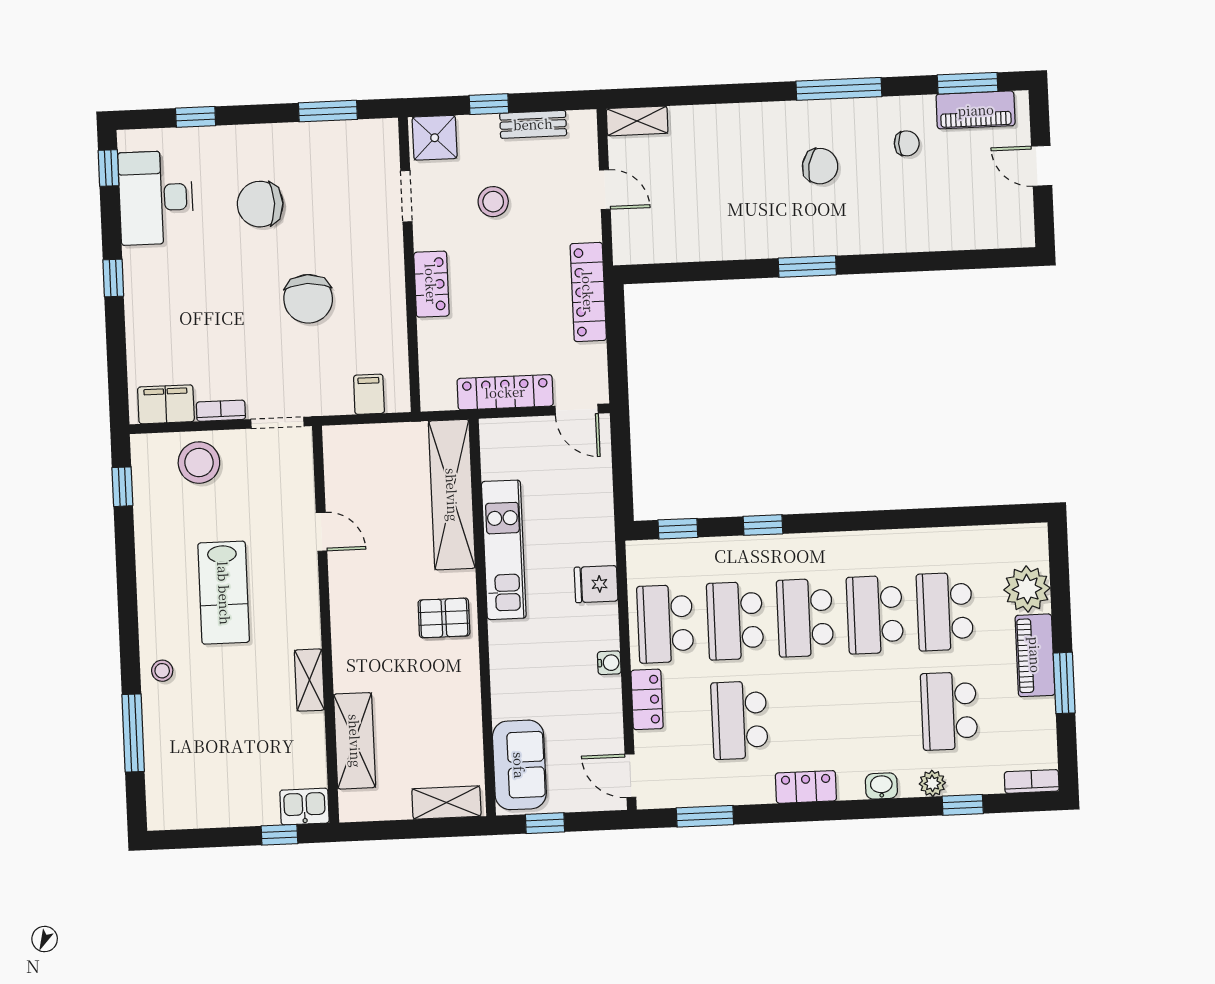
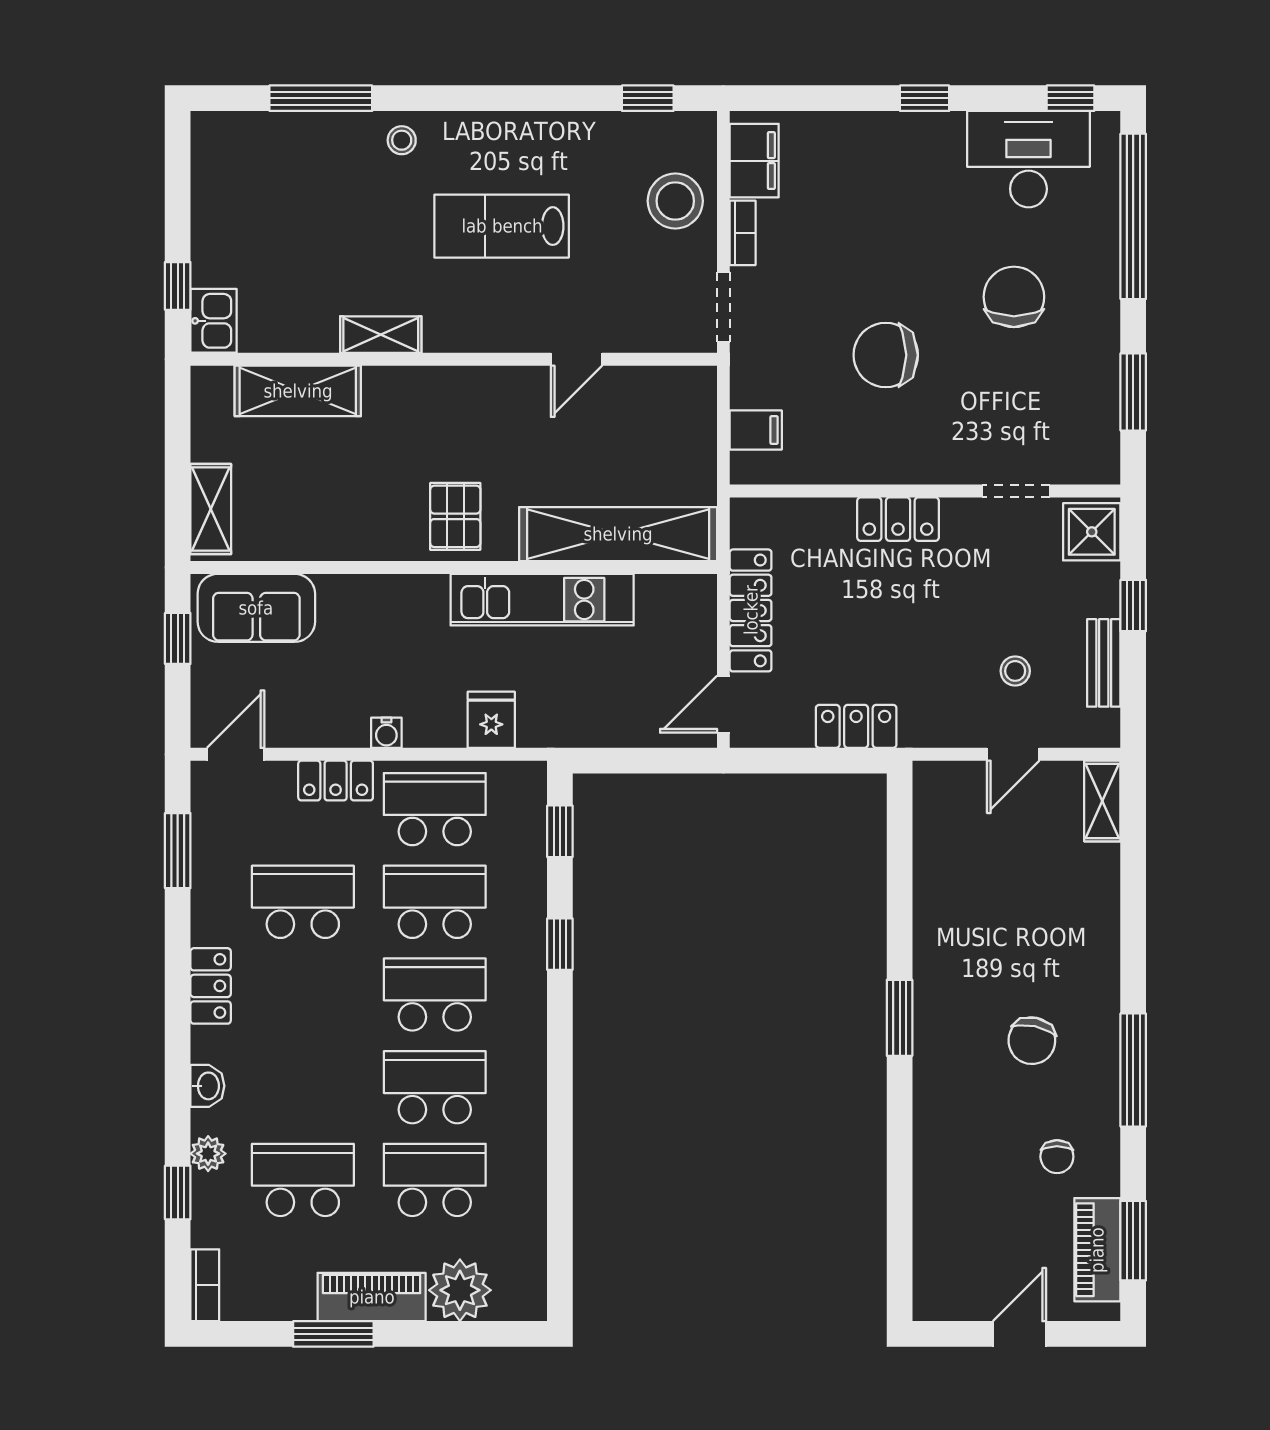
window: (196, 117) -> (1133, 216), width x3.17
stool: (493, 202) -> (1015, 671), moved, width x0.73, depth x0.73
locker: (588, 292) -> (856, 726), width x0.66

